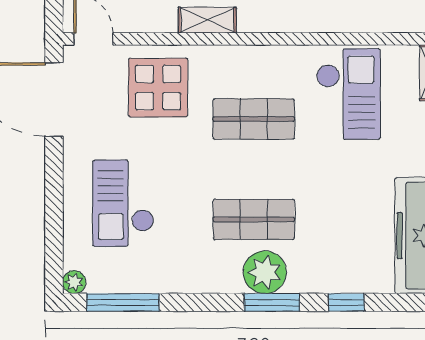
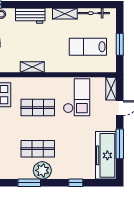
shelving: (207, 20) -> (32, 67), moved
window: (272, 302) -> (29, 183), moved

